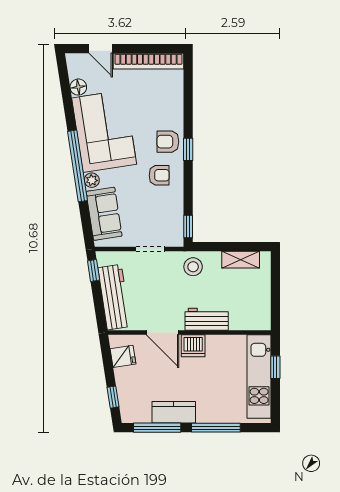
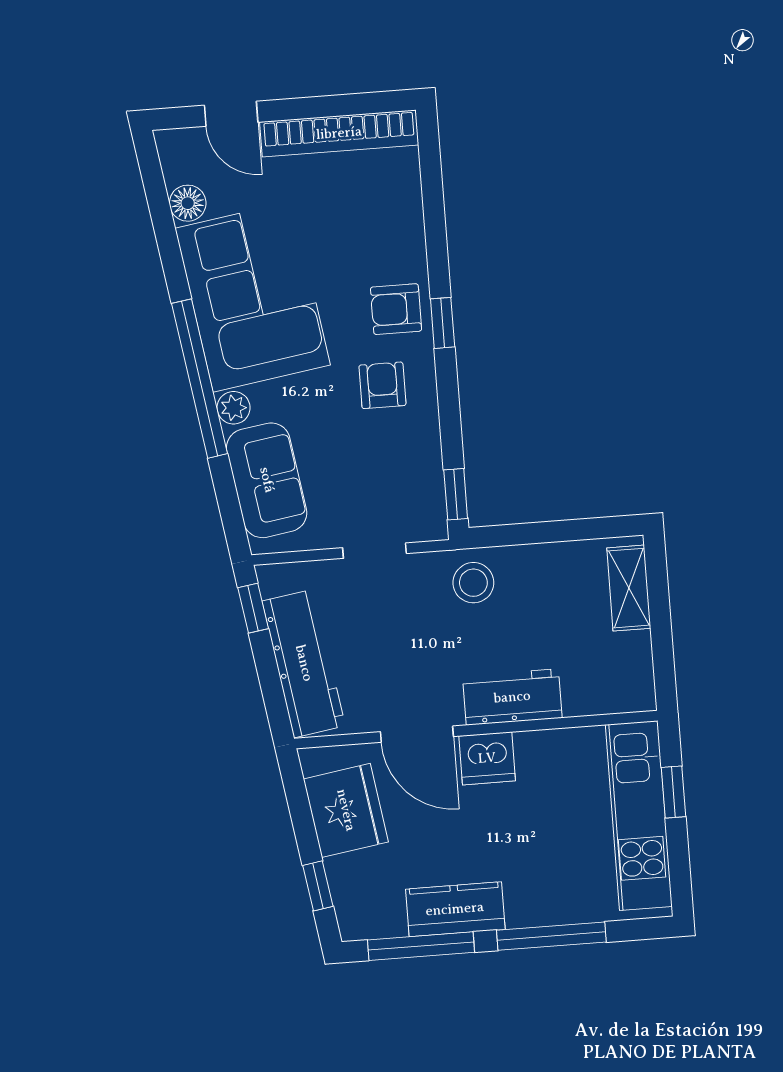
armchair: (159, 175) -> (382, 385), turned -90
shelving: (241, 260) -> (629, 588), moved, turned 90
fridge: (123, 356) -> (346, 810), width x1.88, depth x1.34

